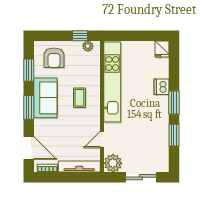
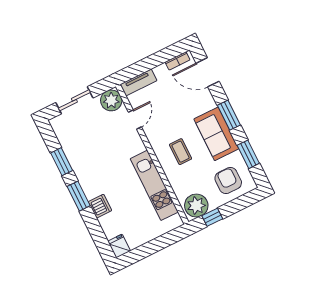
plant: (88, 46) -> (196, 206), width x1.87, depth x1.87
kitchen unit: (112, 82) -> (154, 185), width x0.73
tv unit: (79, 166) -> (139, 83), width x0.71

